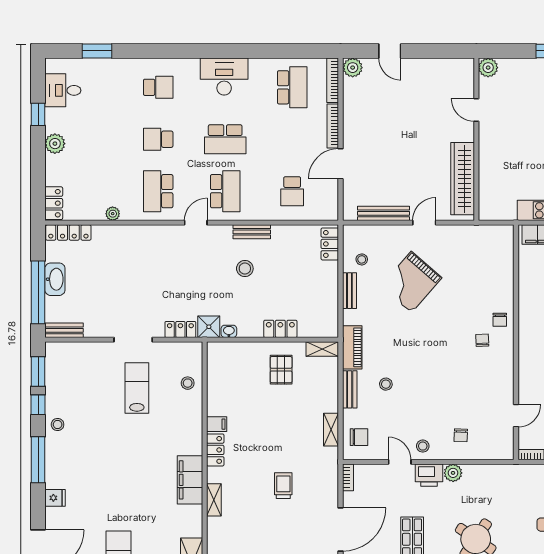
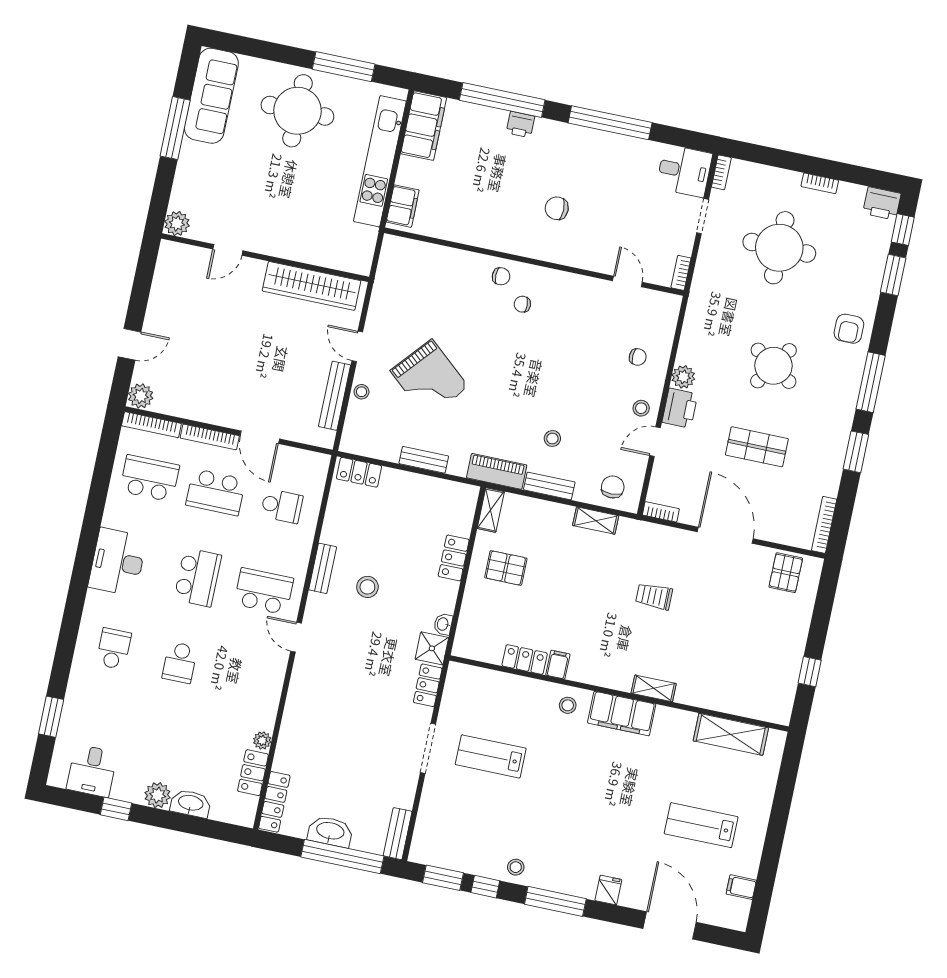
washbasin: (54, 170) -> (191, 803), added
school desk: (158, 191) -> (216, 492), moved
locker: (54, 203) -> (253, 773), moved, turned -90
stool: (362, 259) -> (361, 392), moved
stool: (188, 383) -> (568, 705), moved
locker: (215, 450) -> (525, 659), moved

